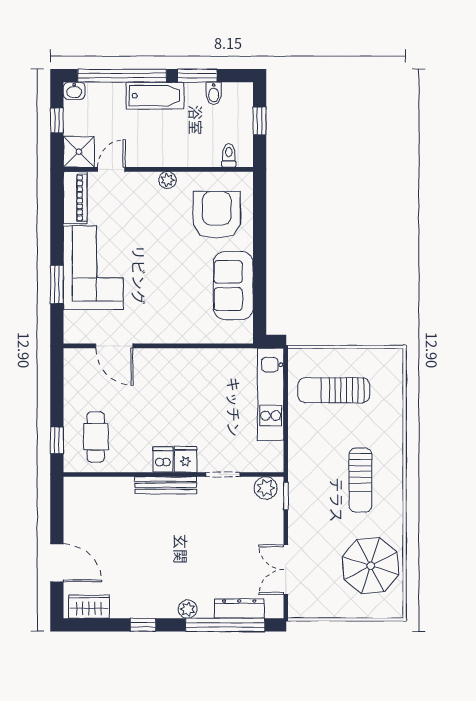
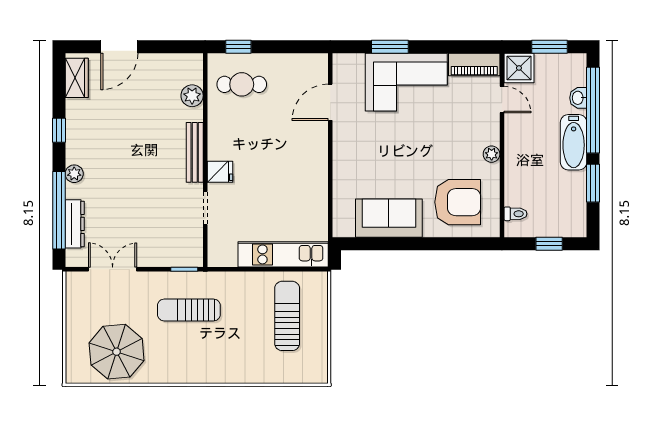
washbasin: (74, 91) -> (578, 98), moved
bidet: (214, 93) -> (576, 199), removed
window: (57, 120) -> (549, 47), width x1.50
dishwasher: (163, 460) -> (220, 150), removed
sun lounger: (360, 480) -> (189, 310), moved
plant: (266, 488) -> (192, 96), moved

